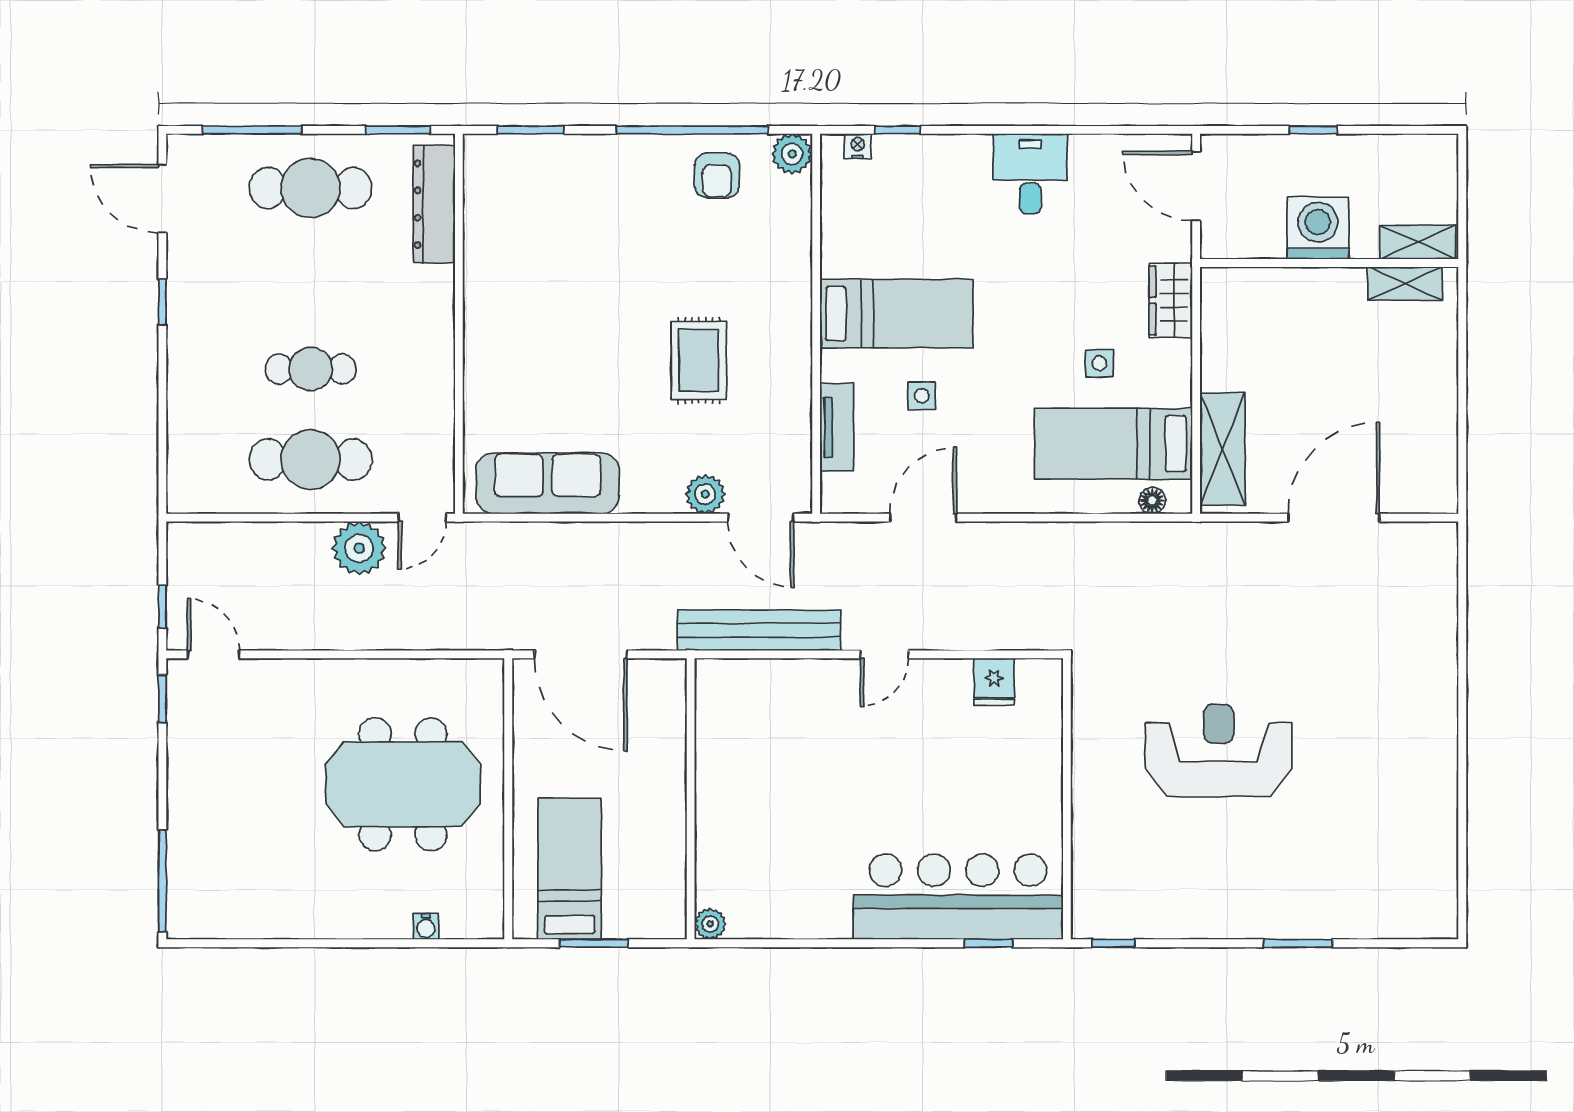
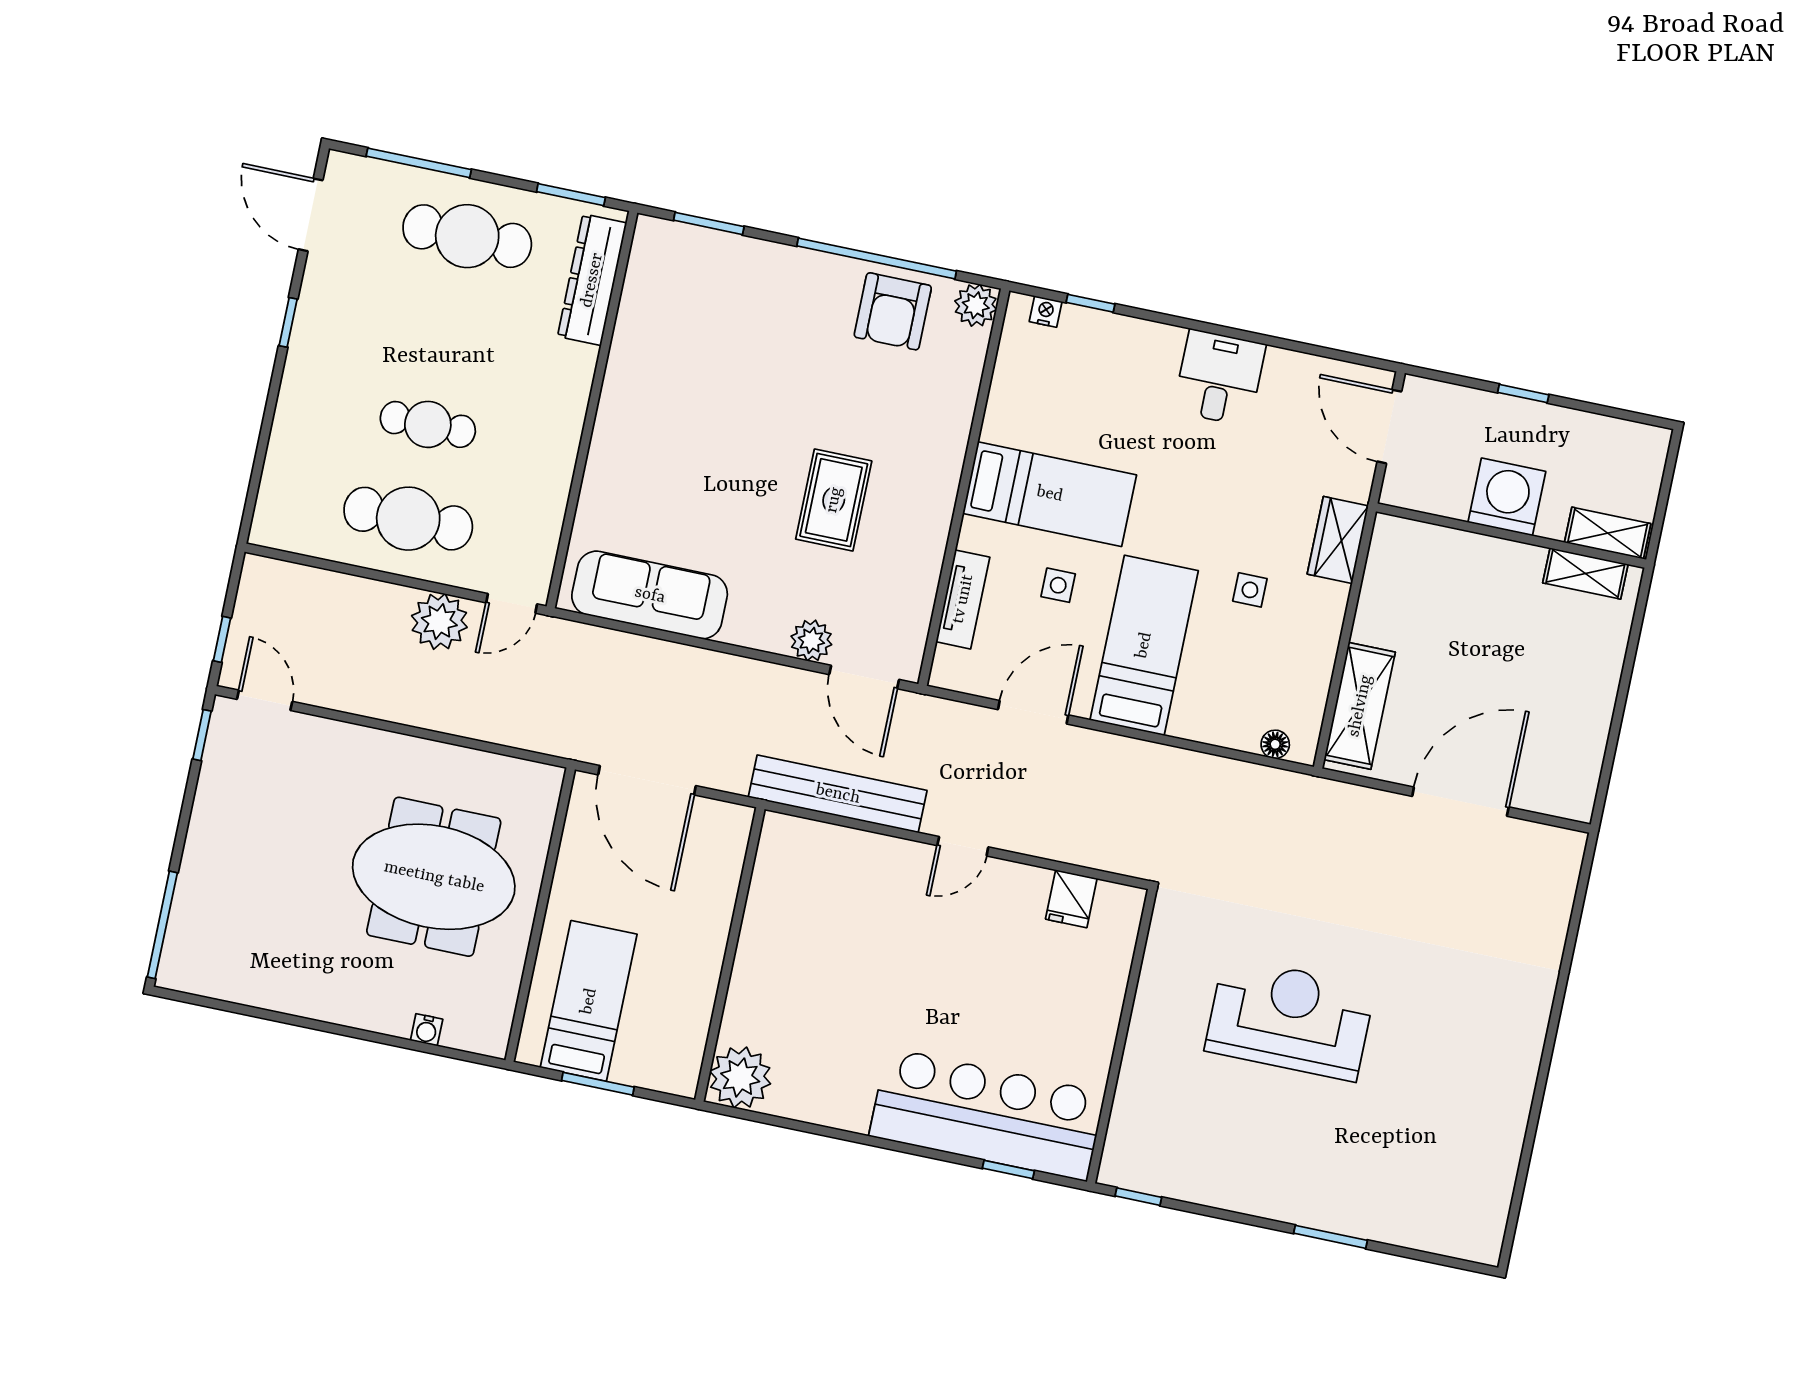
armchair: (717, 175) -> (893, 311), width x1.38, depth x1.38
bed: (1113, 444) -> (1144, 645), moved, turned 90
plant: (710, 924) -> (740, 1077), width x1.88, depth x1.88

